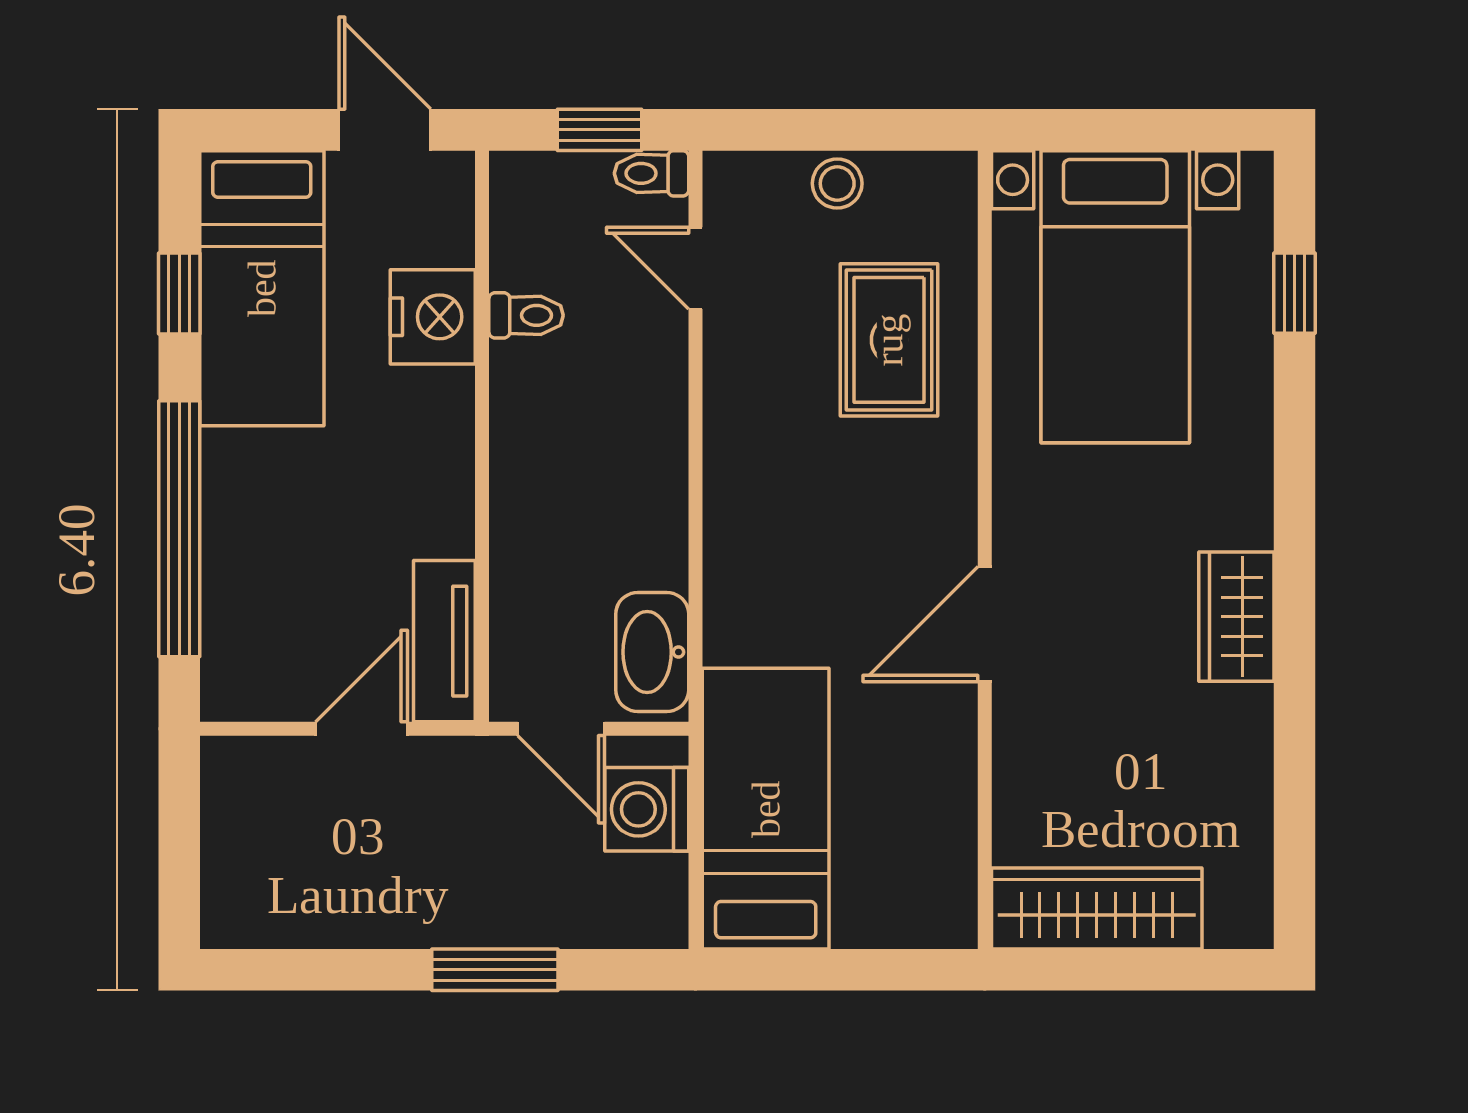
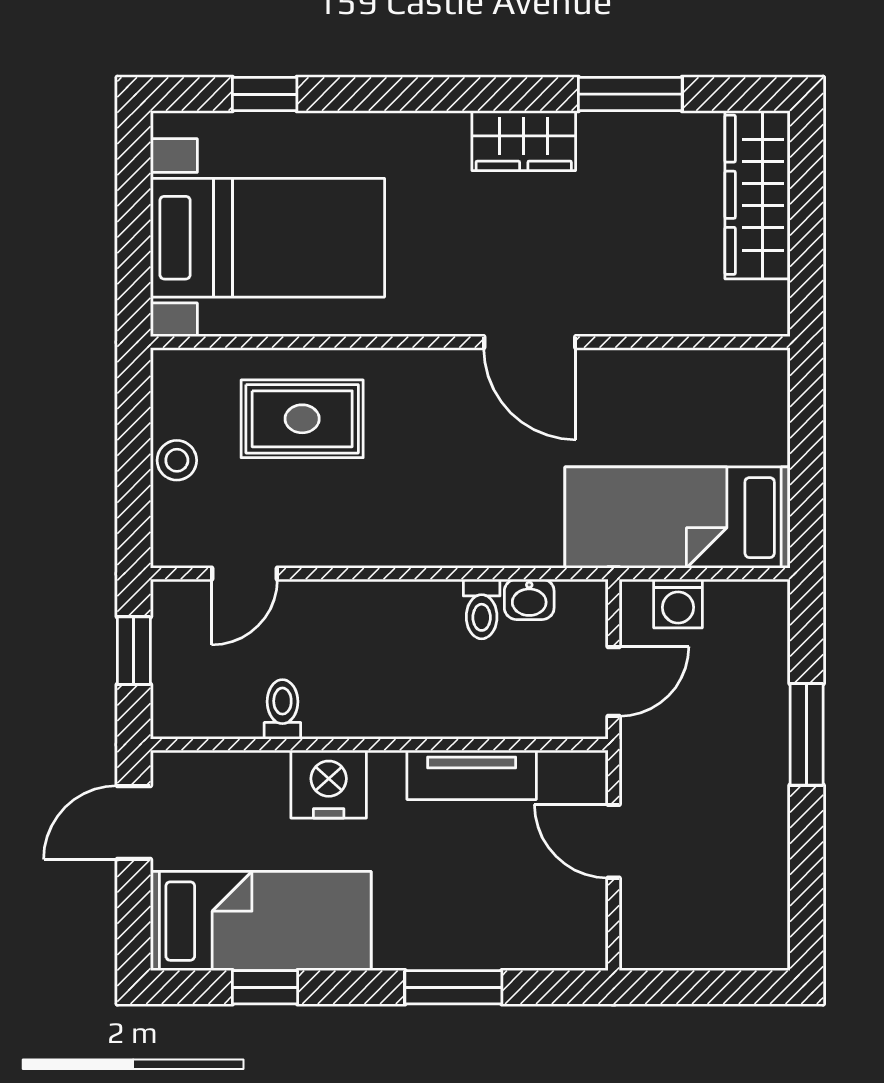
toilet: (651, 173) -> (482, 609), moved
nightstand: (433, 317) -> (329, 784), moved
window: (179, 529) -> (453, 987), width x0.47
tv unit: (444, 641) -> (472, 775), moved
washbasin: (652, 652) -> (529, 599), width x0.52, depth x0.69
window: (1295, 750) -> (630, 94), added
washing machine: (647, 809) -> (678, 604), width x0.73, depth x0.73
wardrobe: (1097, 909) -> (757, 195), moved

